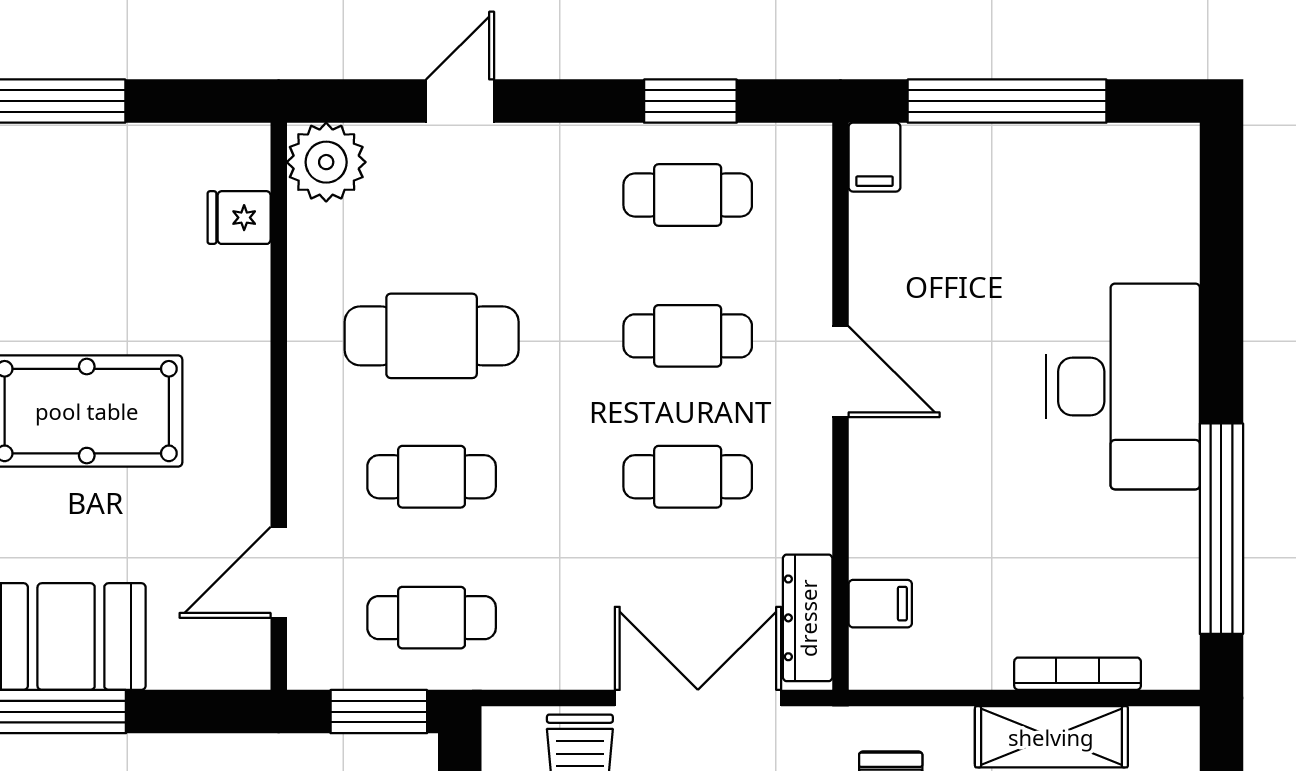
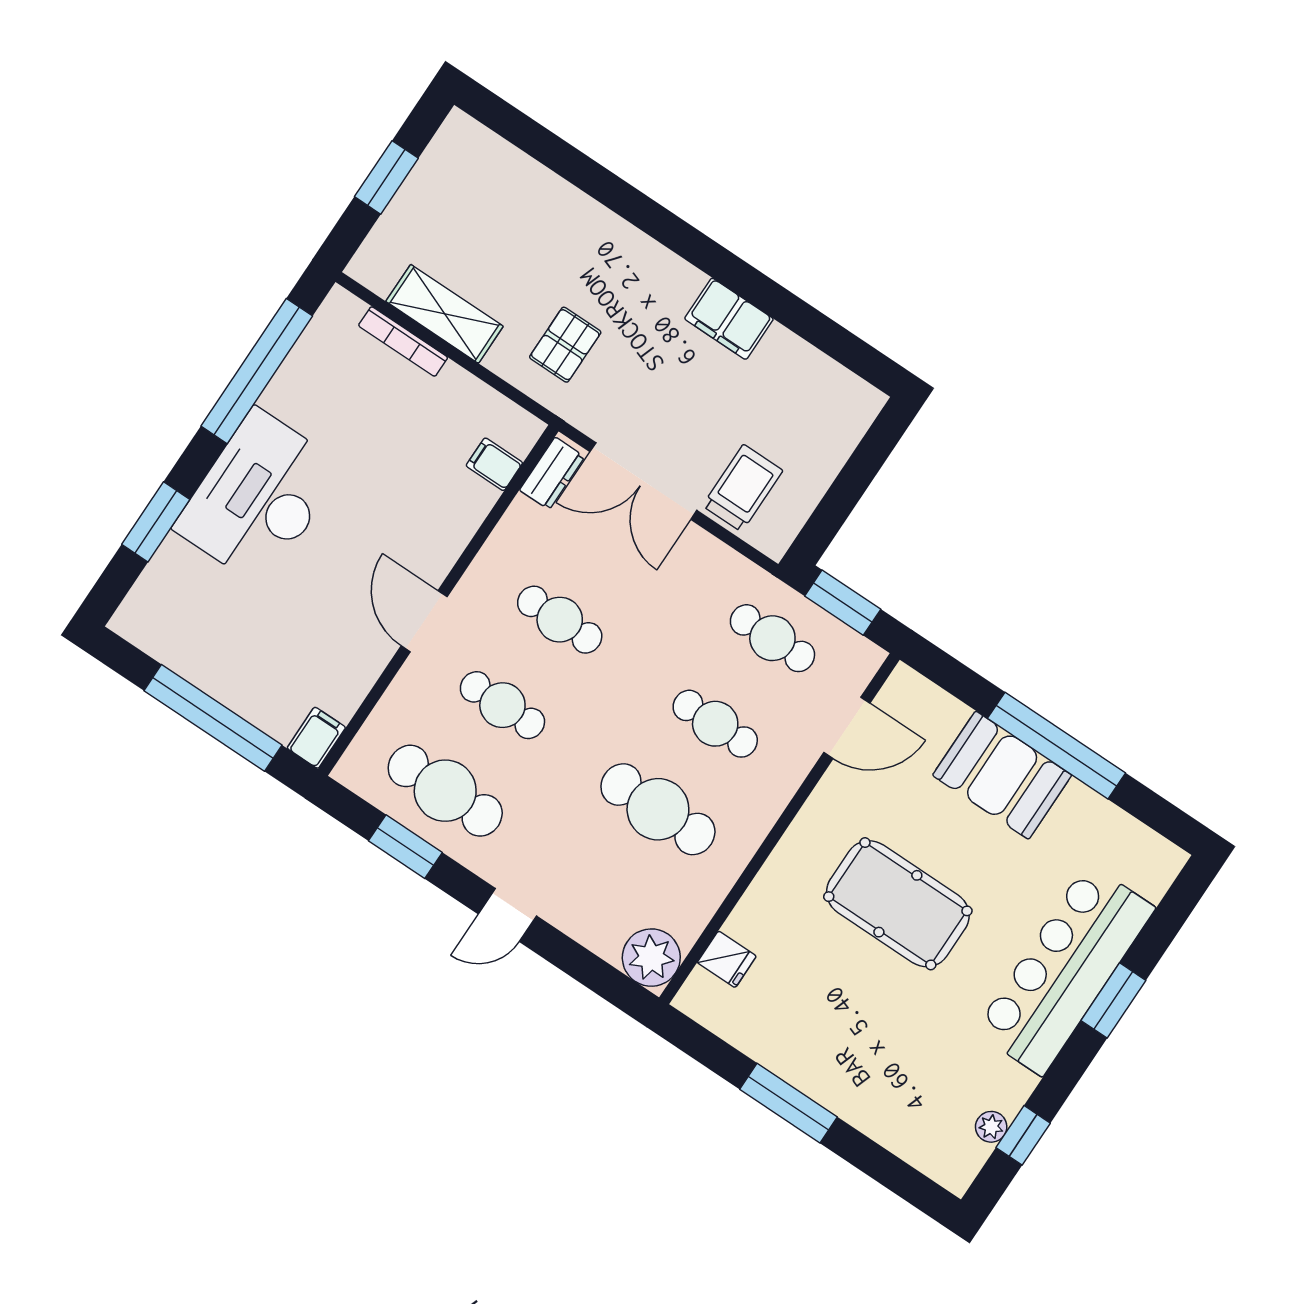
door: (460, 101) -> (507, 915), moved
cafe table: (688, 195) -> (445, 791), width x1.37, depth x1.35
window: (1221, 280) -> (156, 522), added
dresser: (808, 618) -> (552, 473), width x0.70

